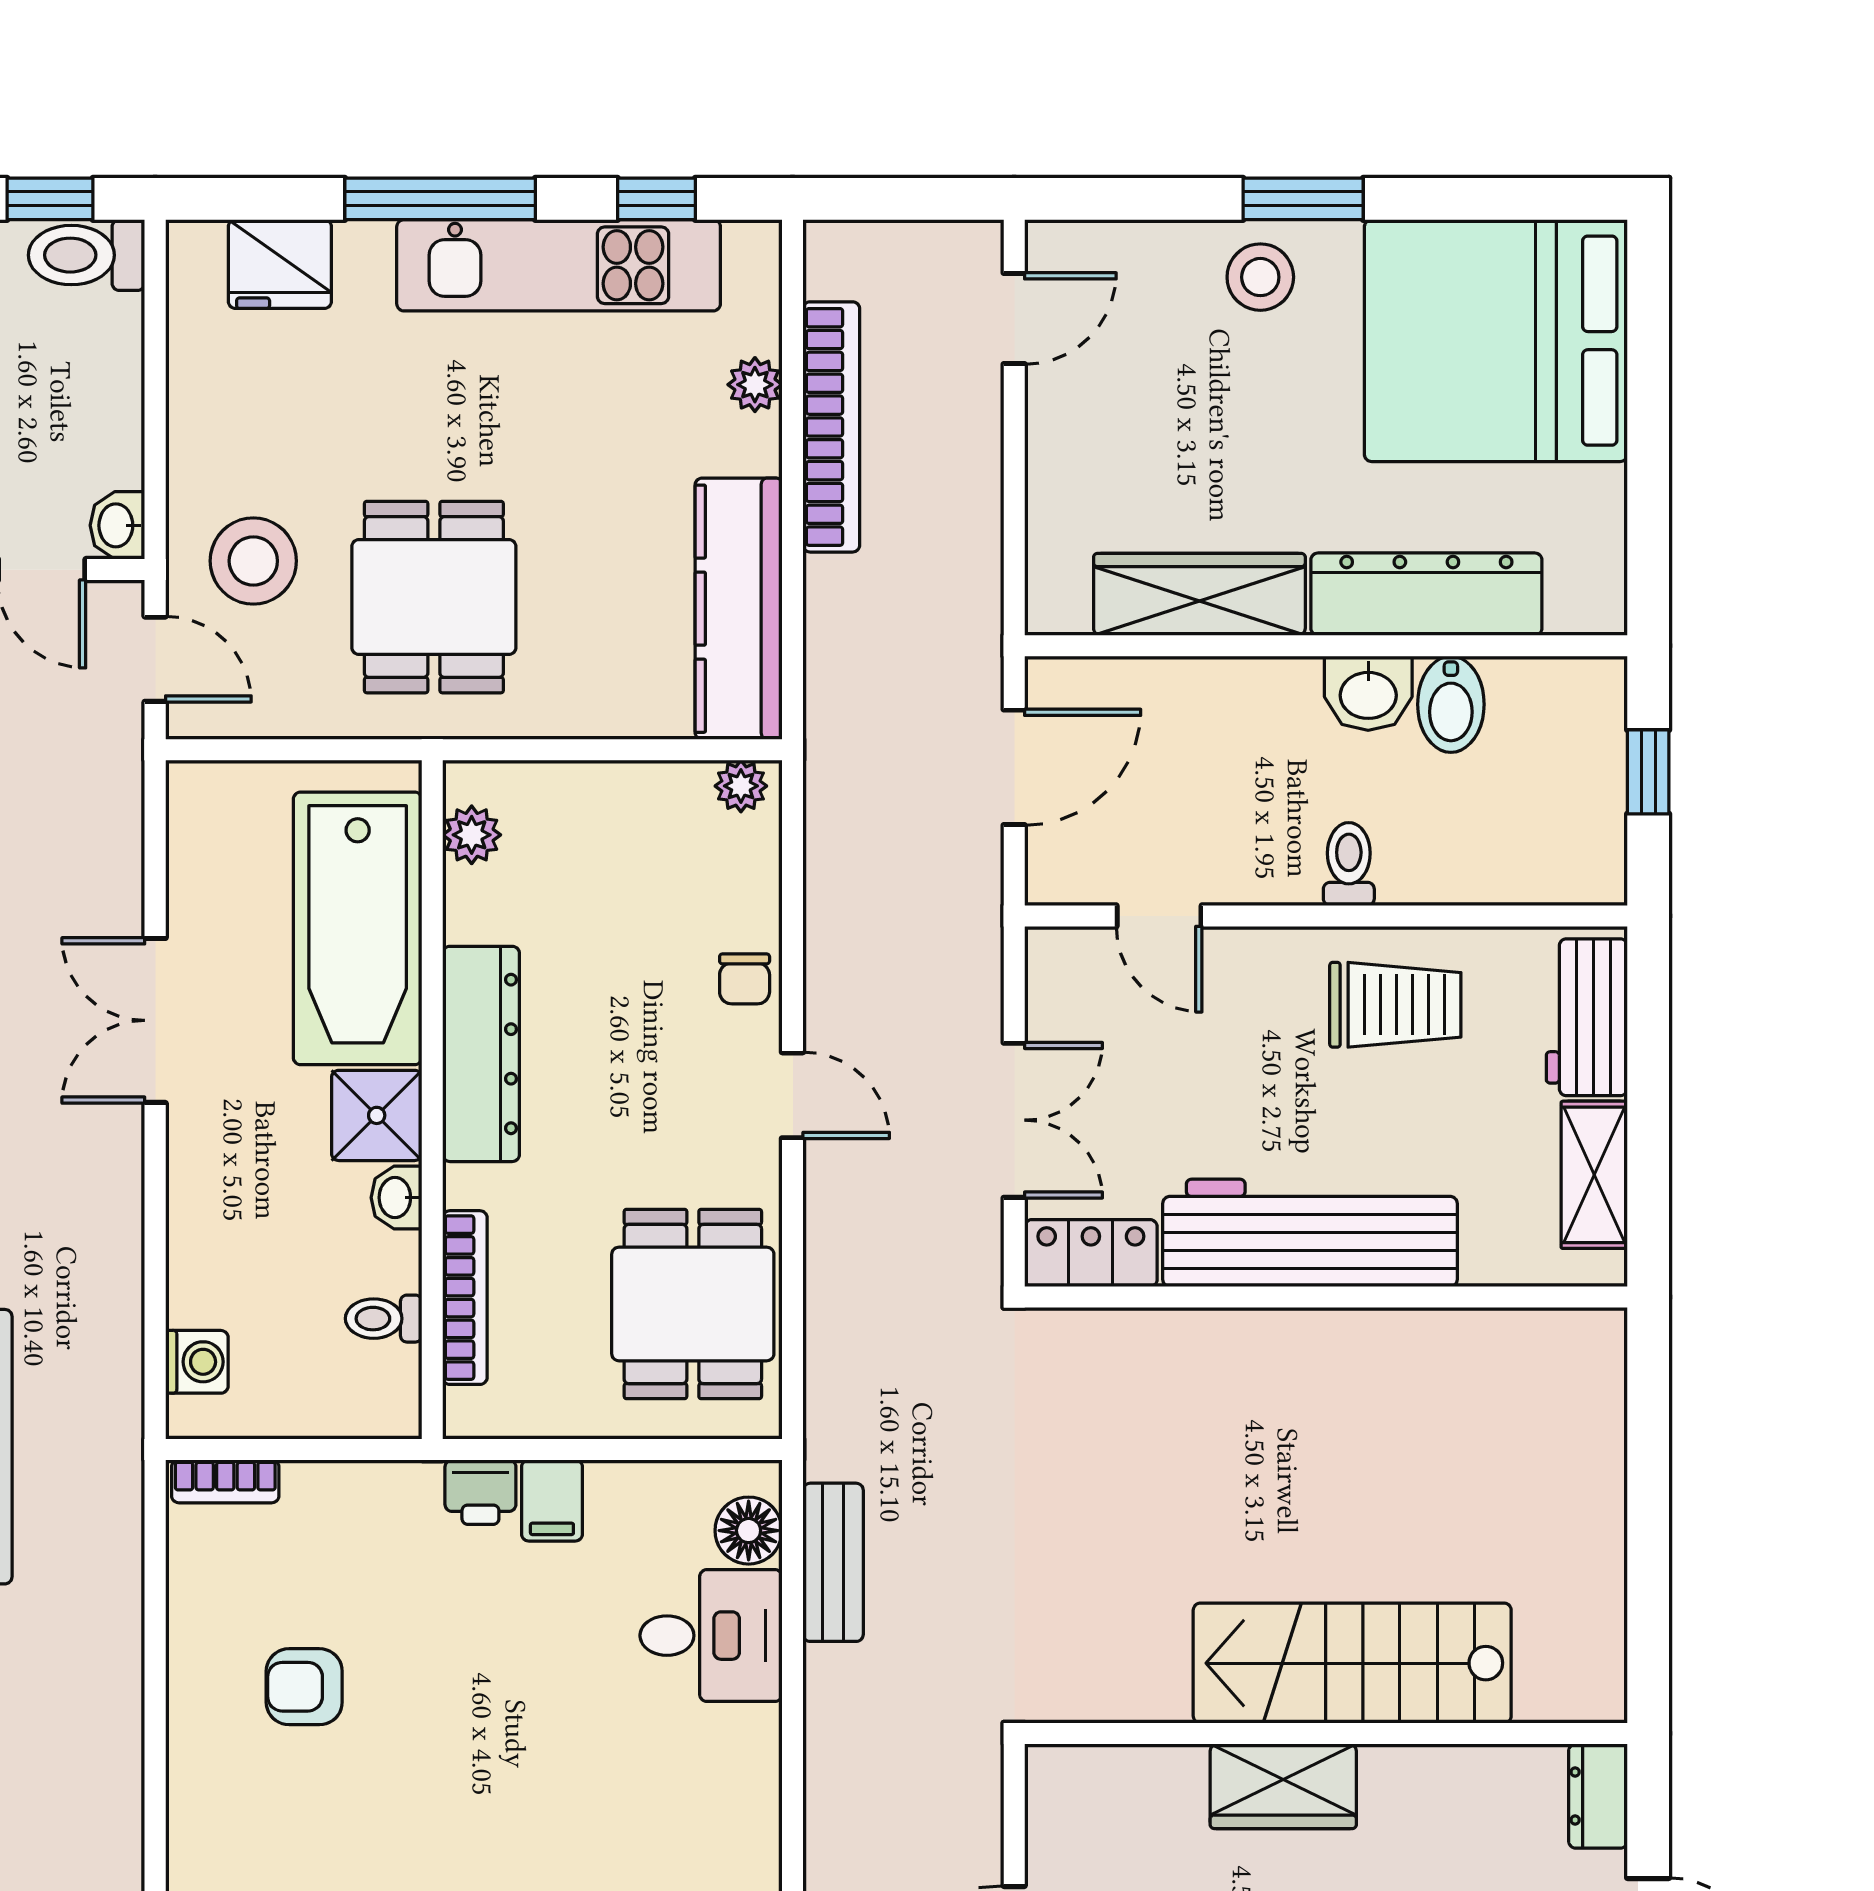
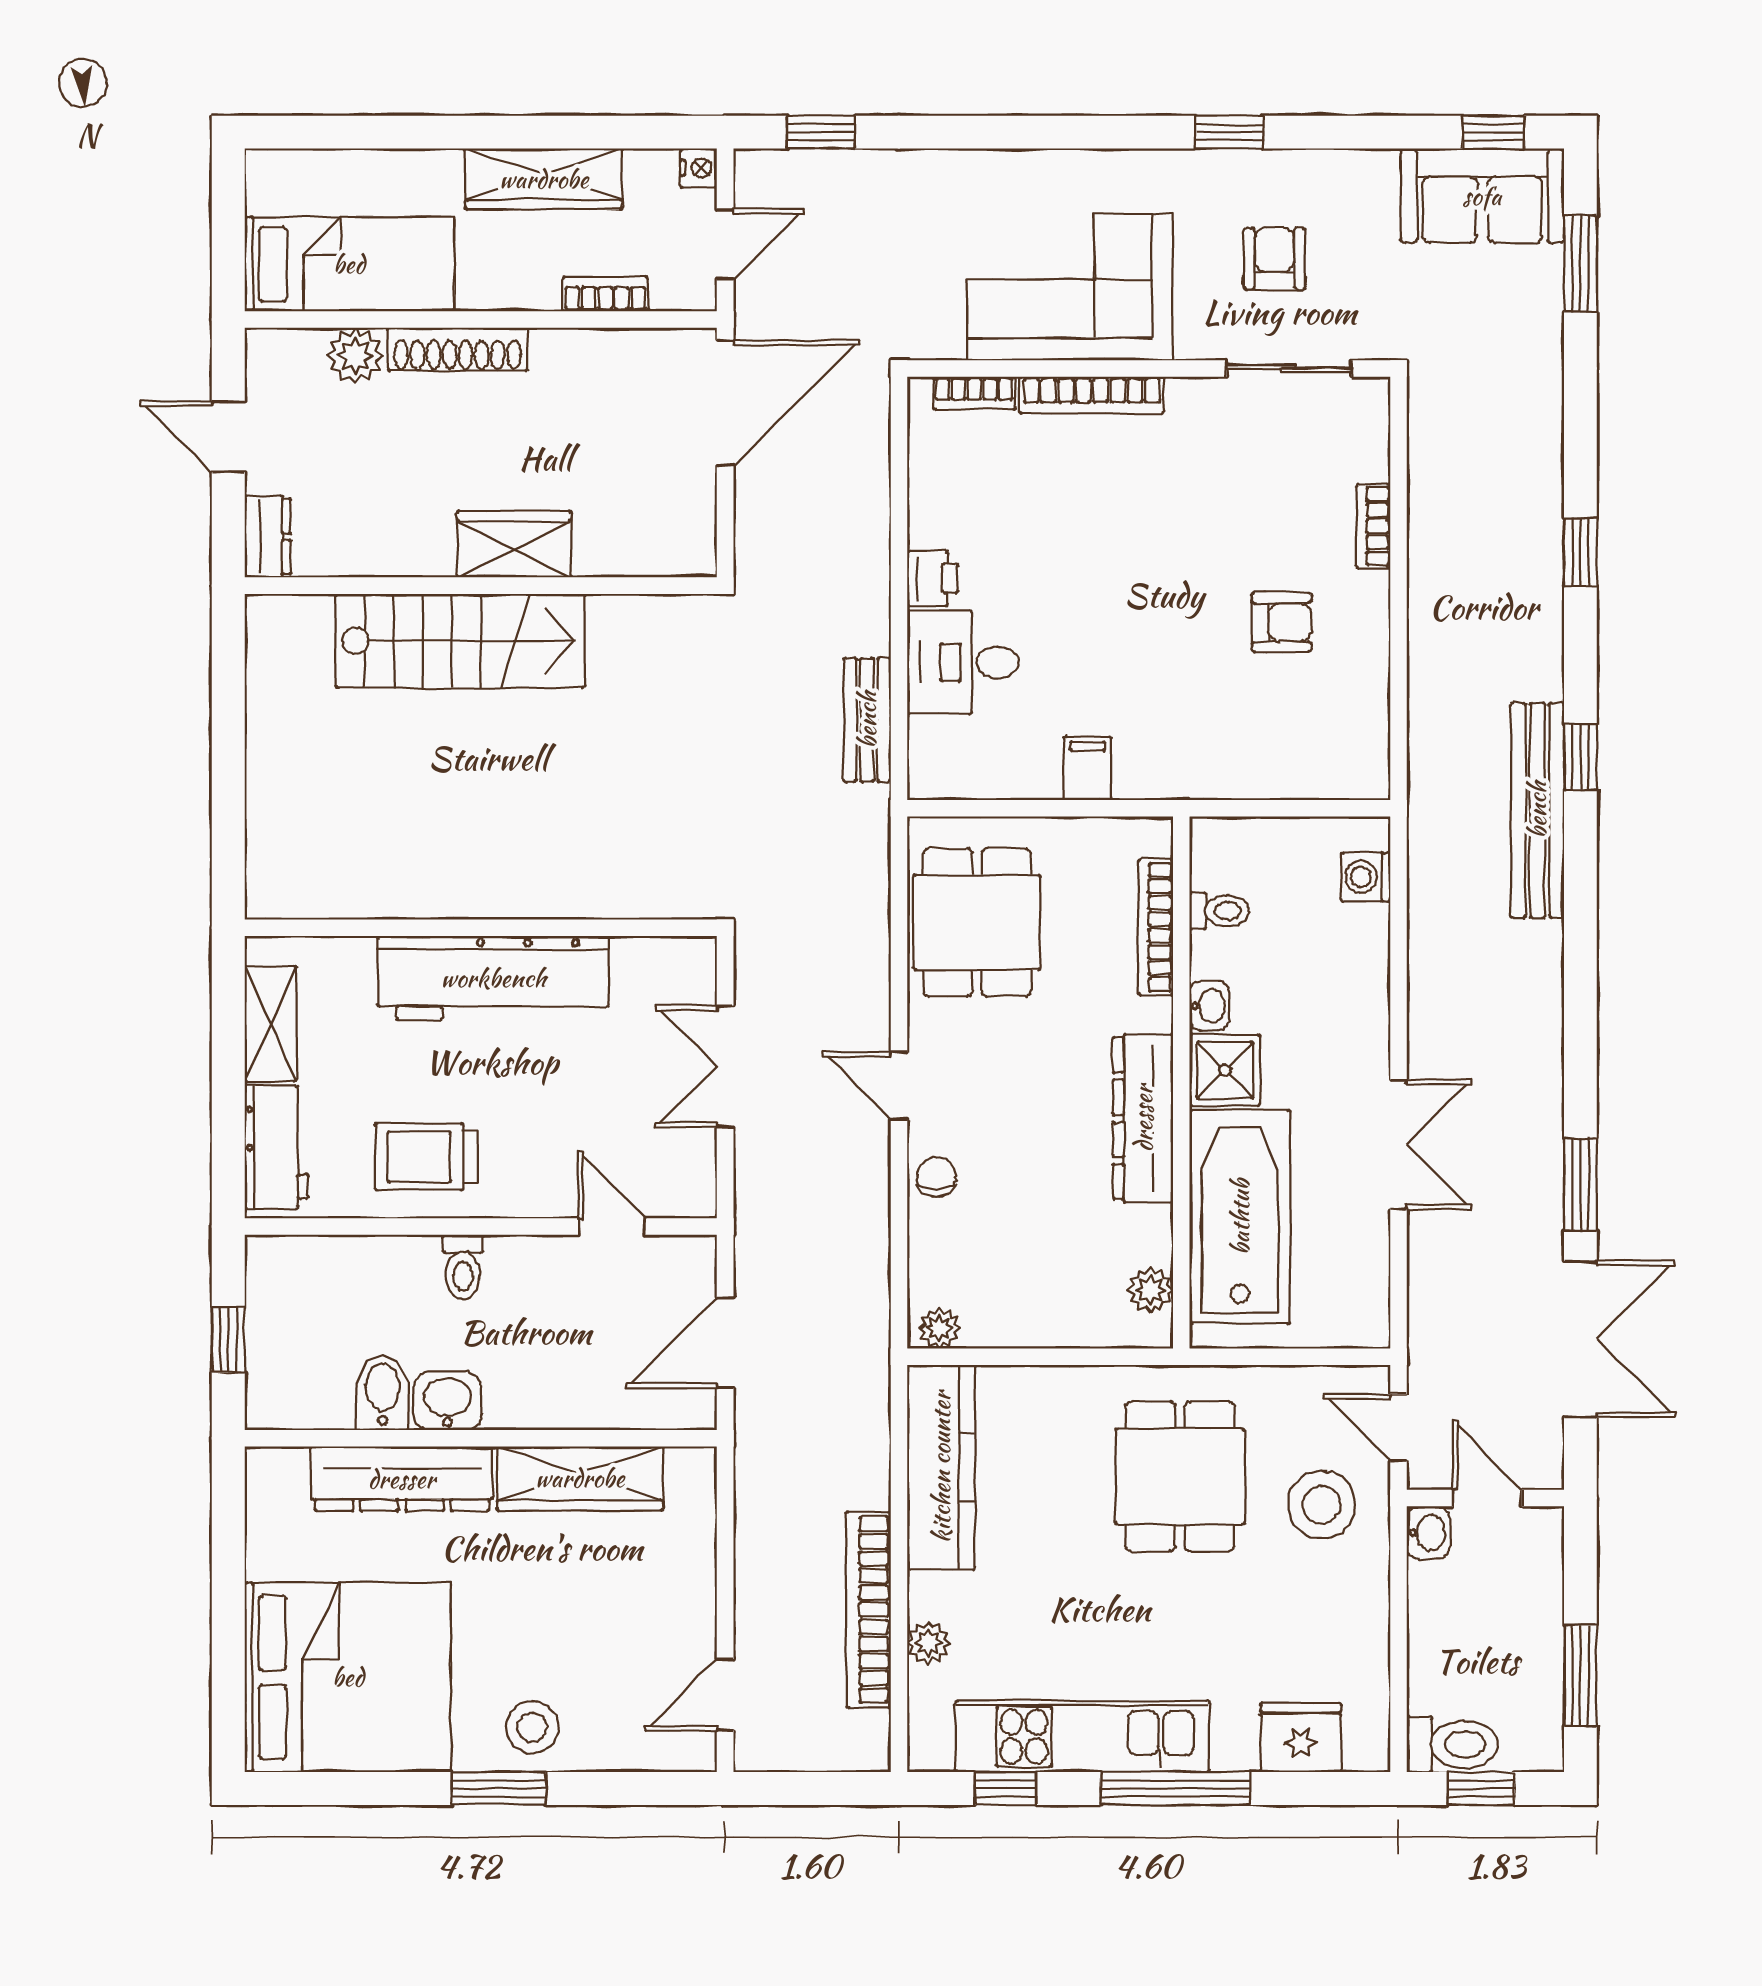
locker: (1091, 1253) -> (665, 962), removed
bookcase: (225, 1481) -> (1374, 526), moved, turned -90
printer: (480, 1492) -> (932, 579), moved, turned 90
floor lamp: (749, 1531) -> (933, 745), removed

